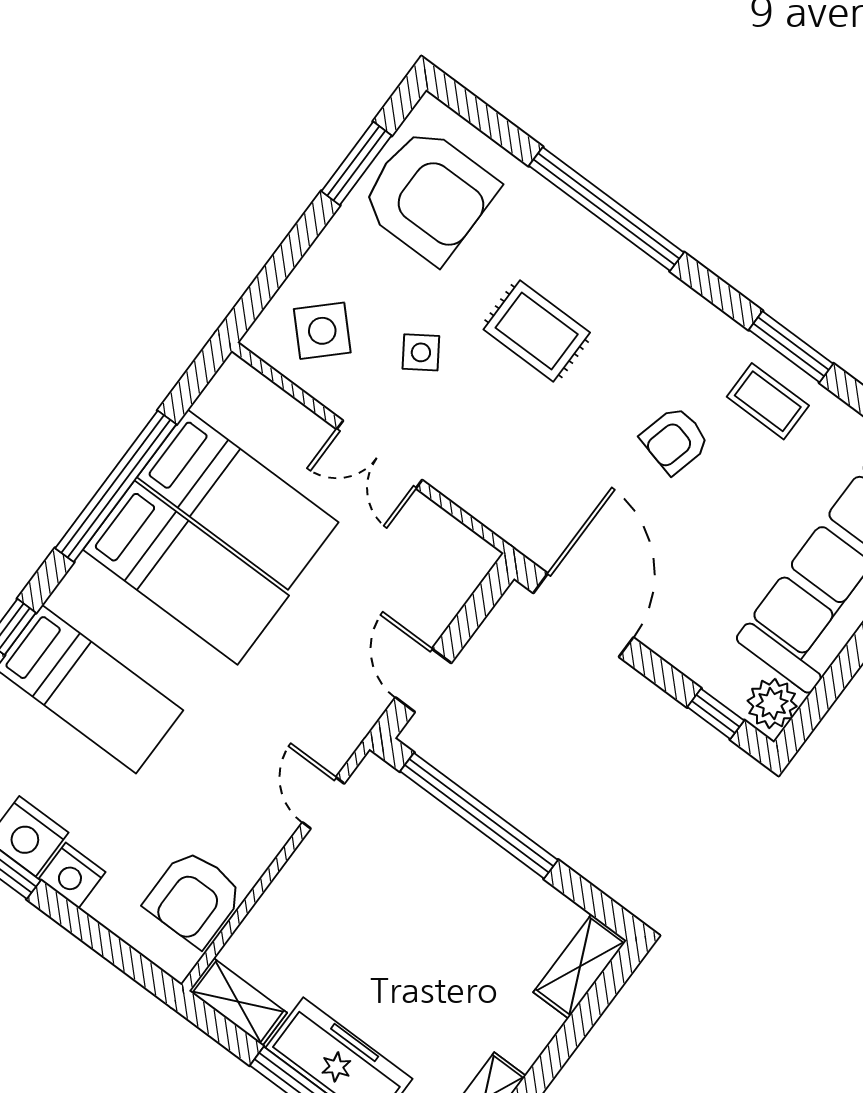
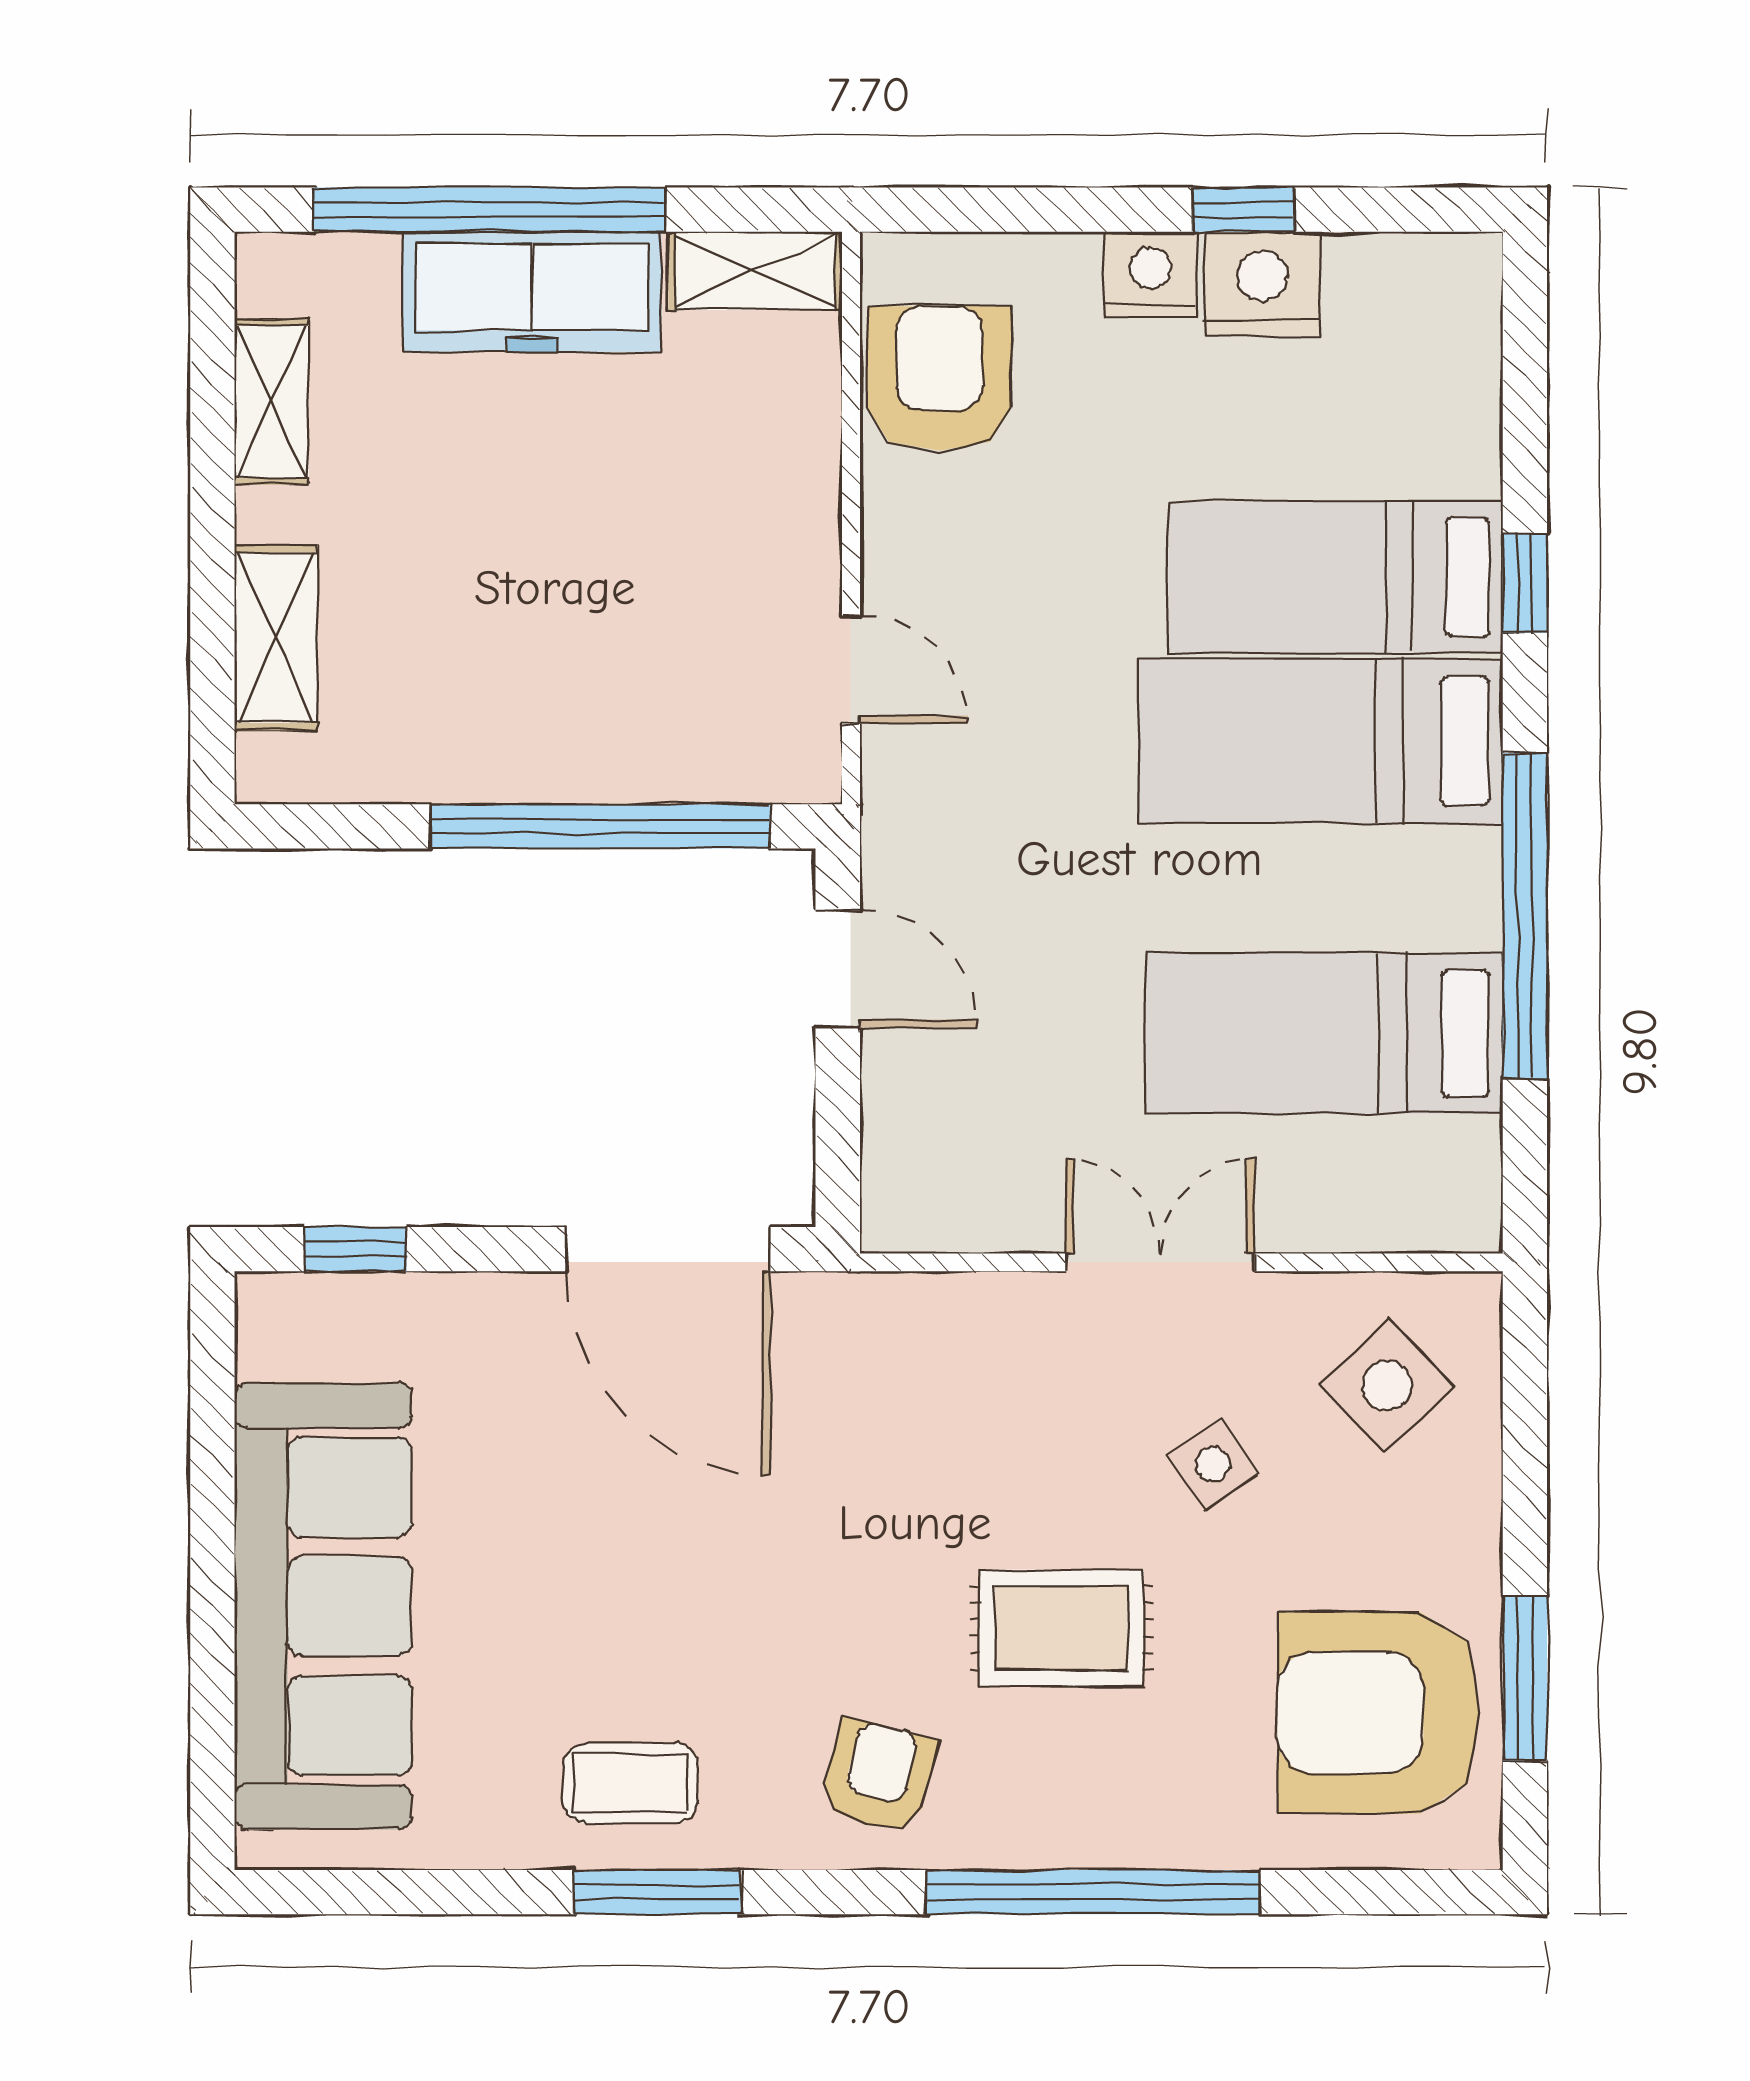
armchair: (675, 440) -> (878, 1776), moved
bed: (186, 573) -> (1320, 741), moved
plant: (772, 704) -> (282, 1329), removed
shelving: (580, 966) -> (276, 638), moved

